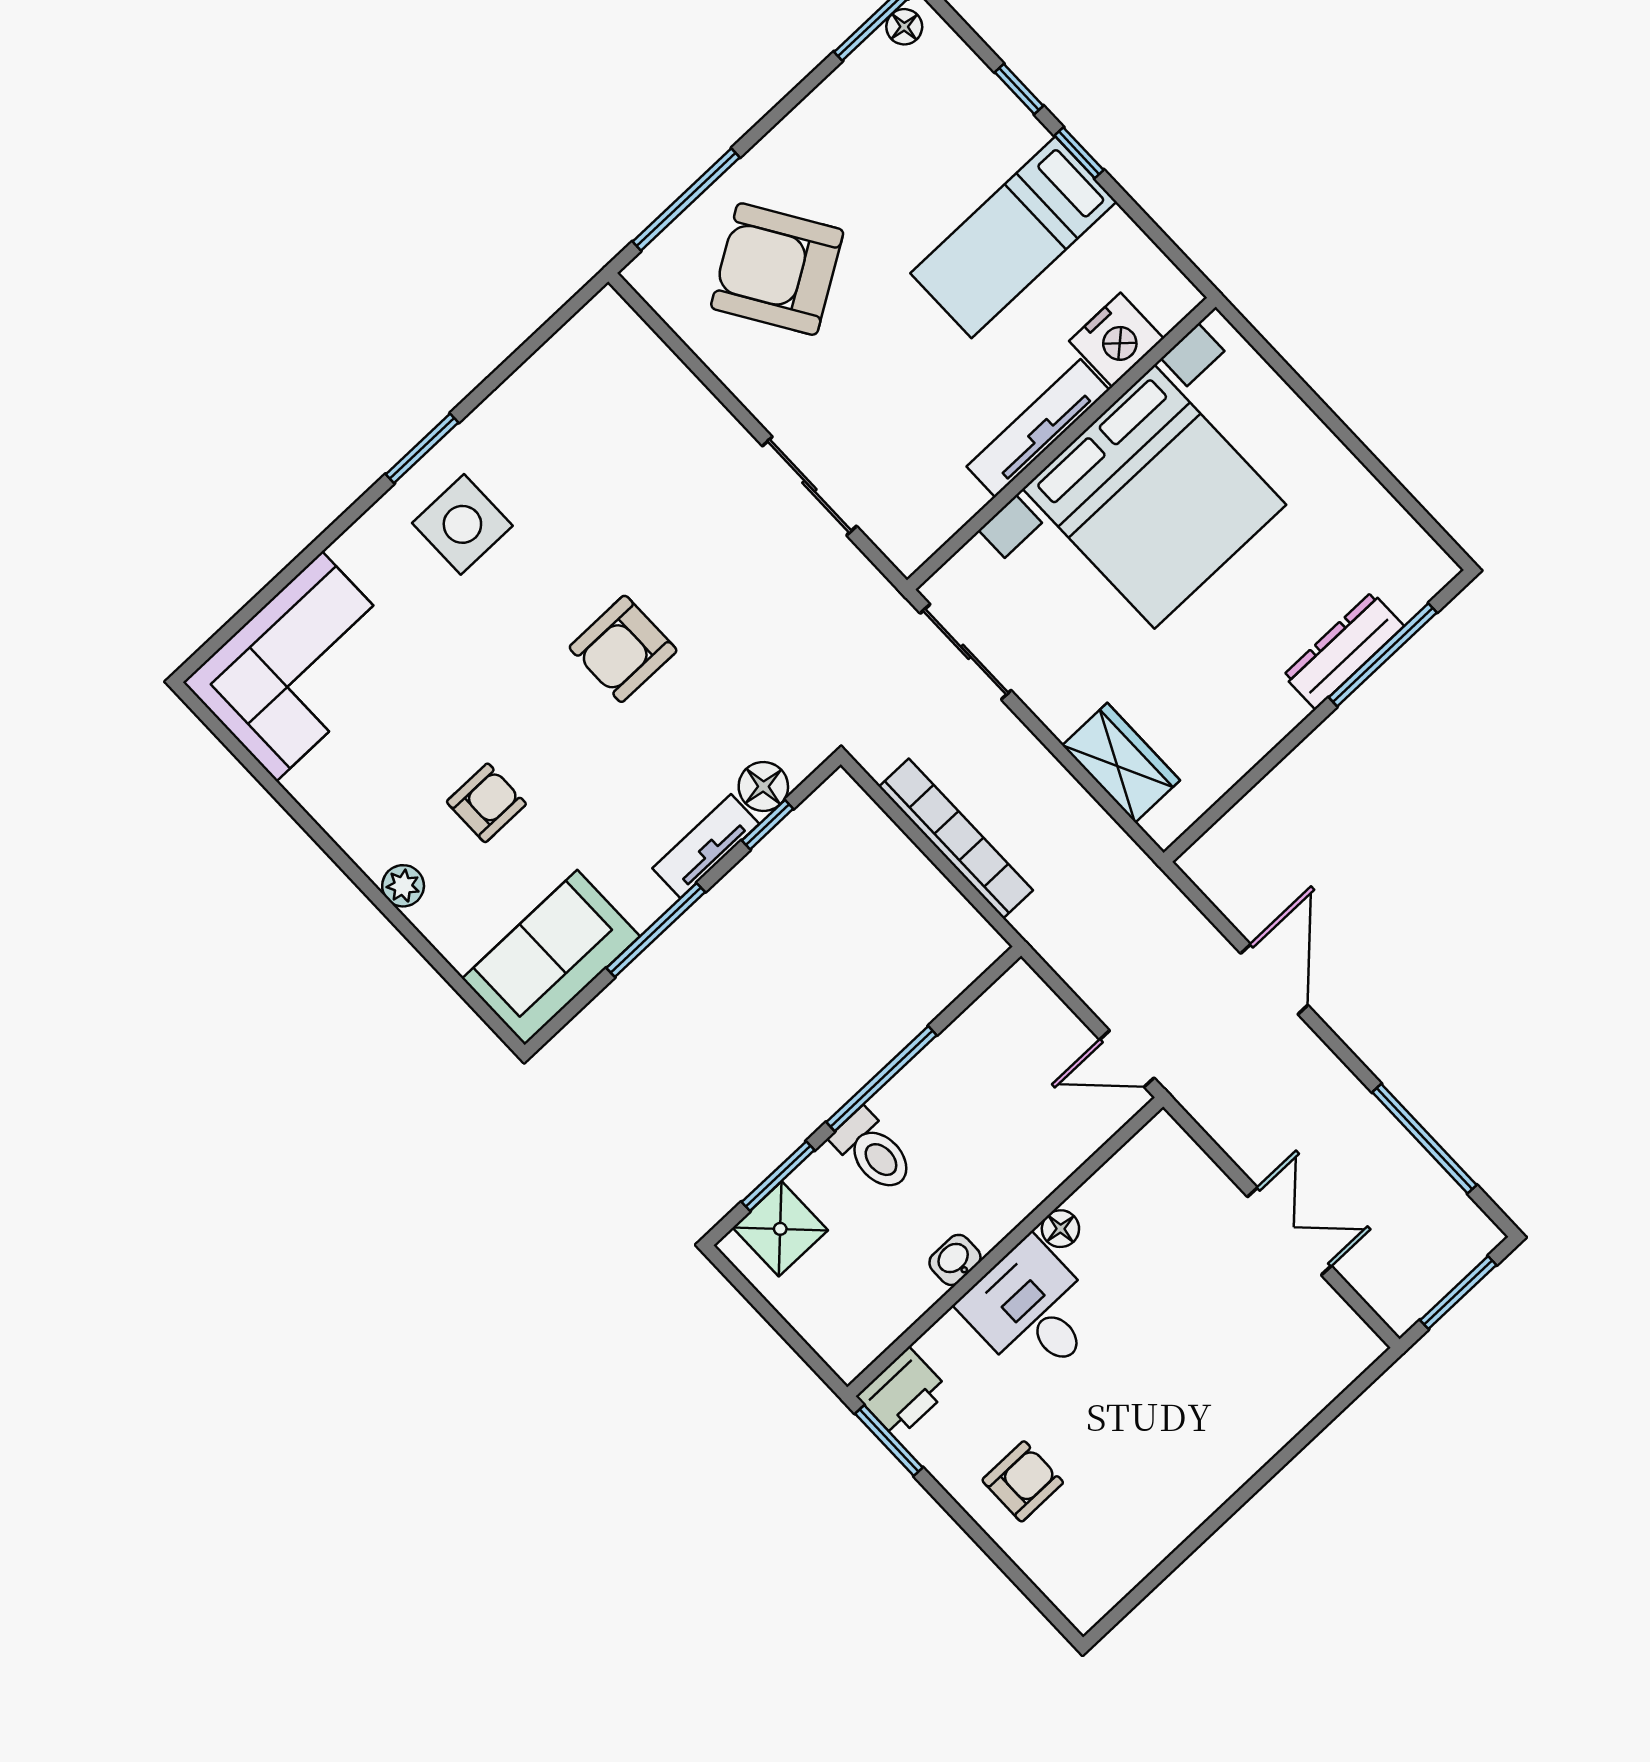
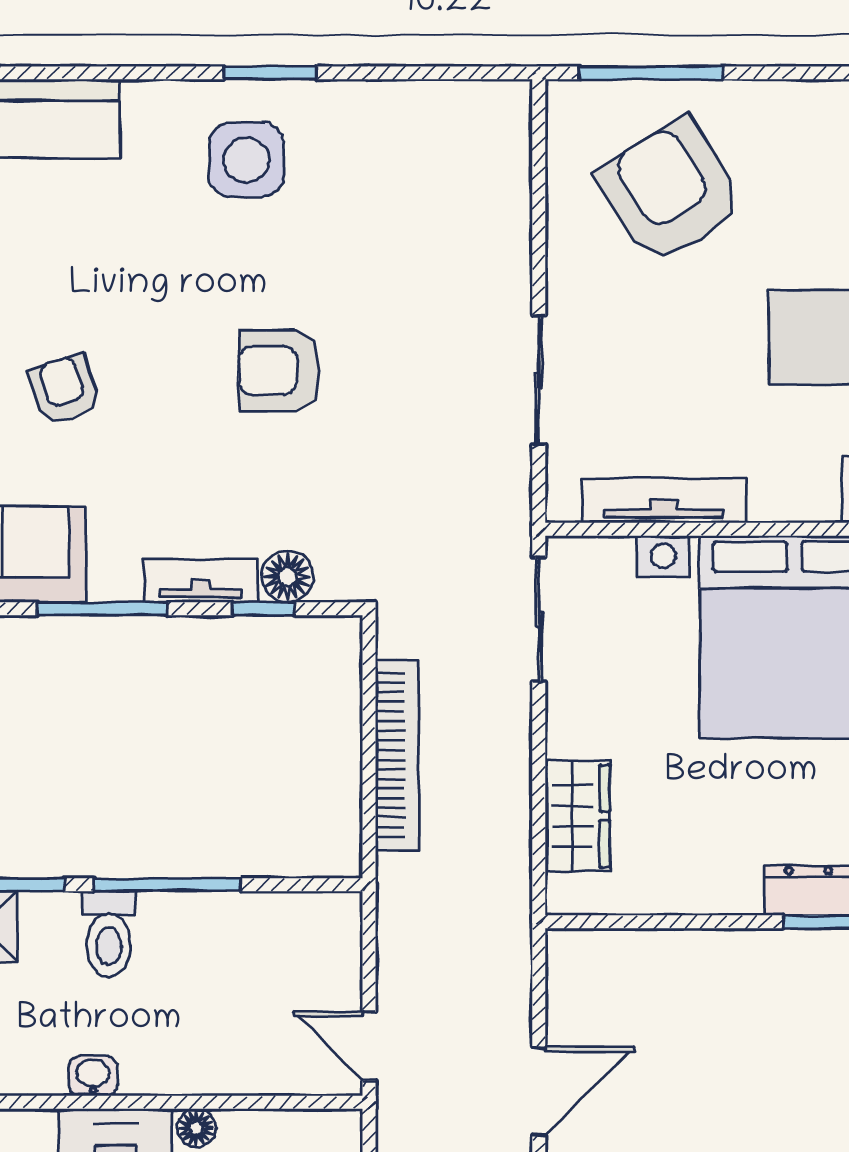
tv unit: (1038, 428) -> (664, 501), moved
armchair: (486, 803) -> (64, 390), turned -108

